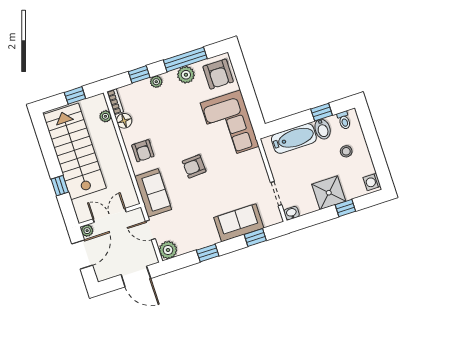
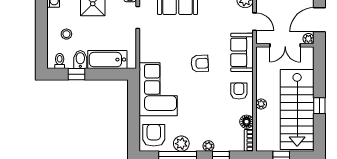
plant: (105, 116) -> (261, 104), moved
window: (60, 186) -> (319, 106), moved

